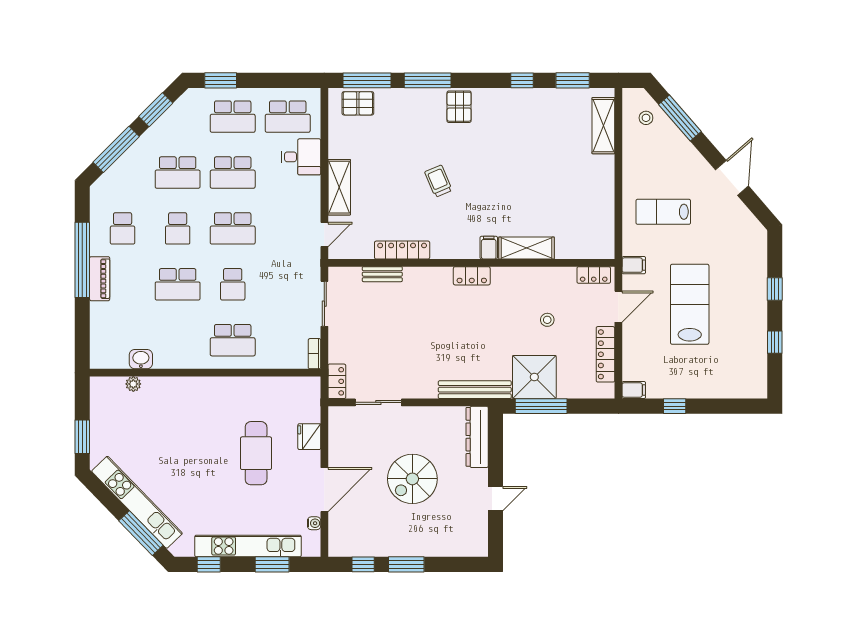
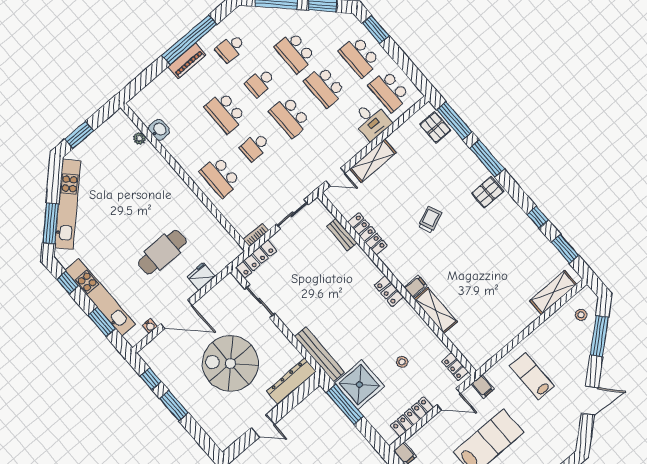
locker: (337, 381) -> (256, 259), width x1.53
spiral stairs: (412, 479) -> (230, 363), width x1.37, depth x1.37

